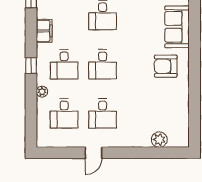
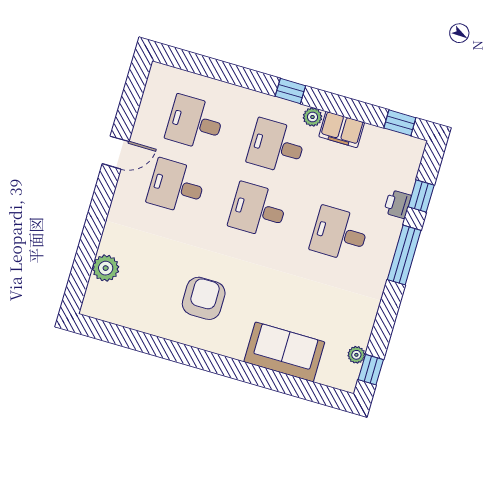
armchair: (166, 66) -> (204, 298), moved
plant: (42, 92) -> (312, 117), moved
door: (94, 153) -> (116, 153), swing flipped

